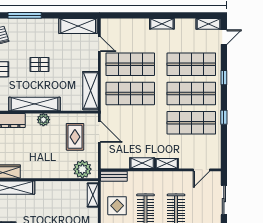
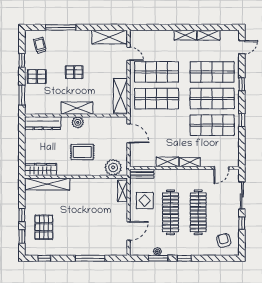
shelving: (209, 24) -> (209, 35), moved
shelving: (34, 104) -> (77, 108), width x0.68
rug: (75, 137) -> (82, 152), moved, turned 90

